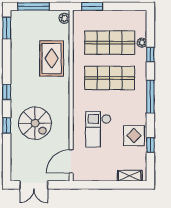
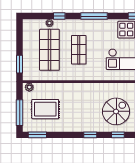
rug: (52, 58) -> (45, 109), moved
shop shelf: (110, 78) -> (79, 50), width x0.70, depth x0.74

